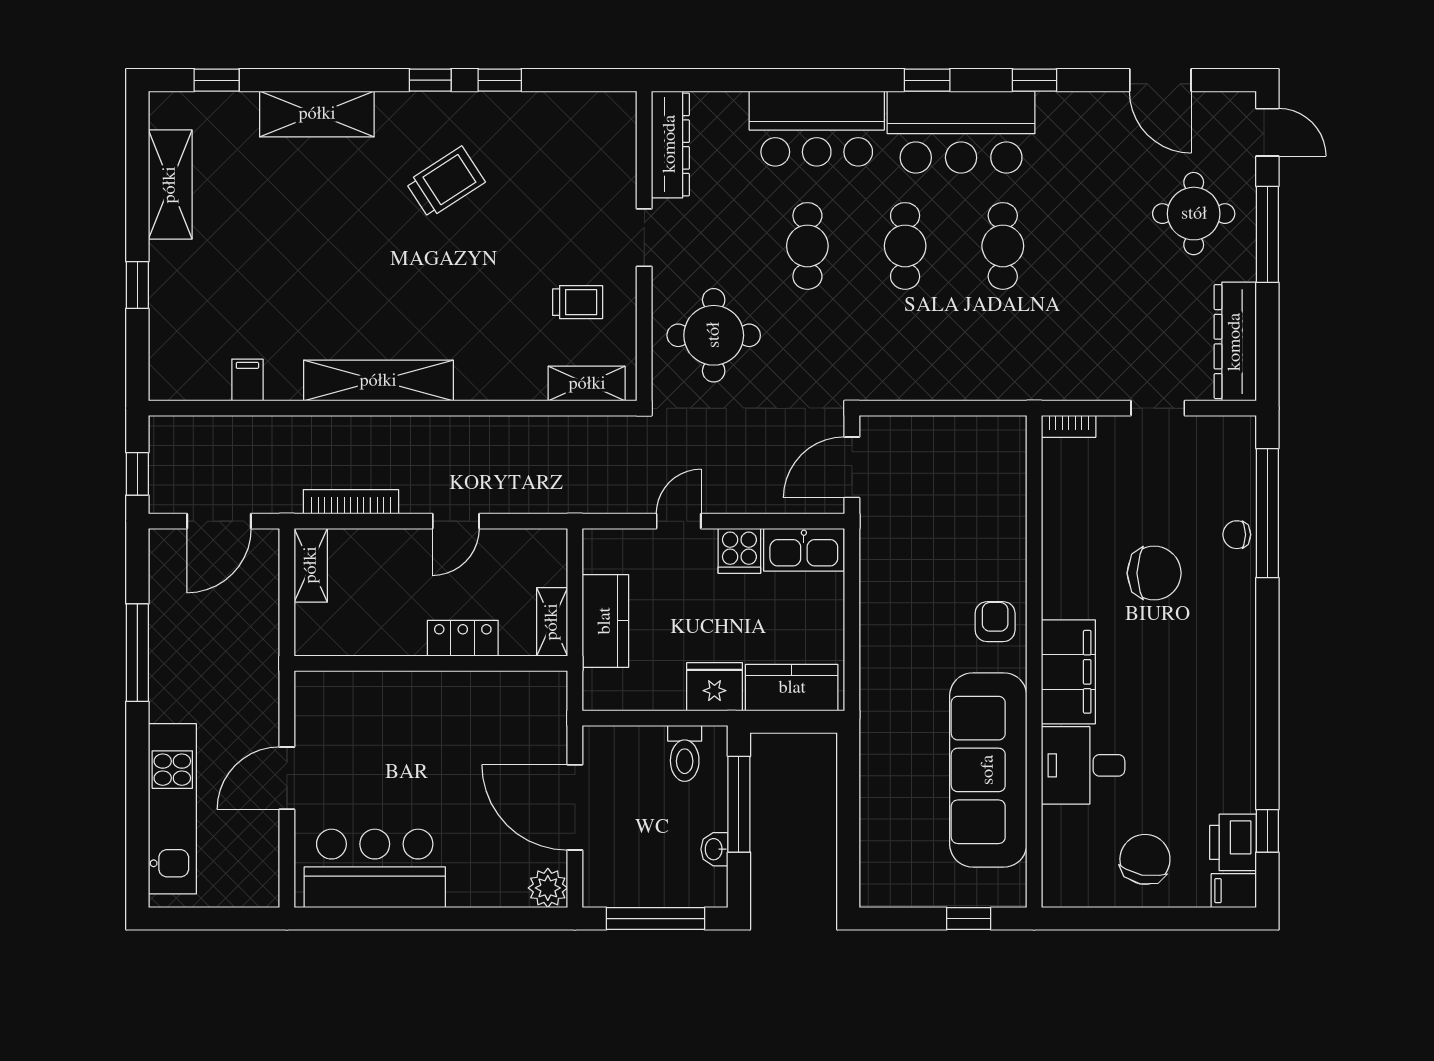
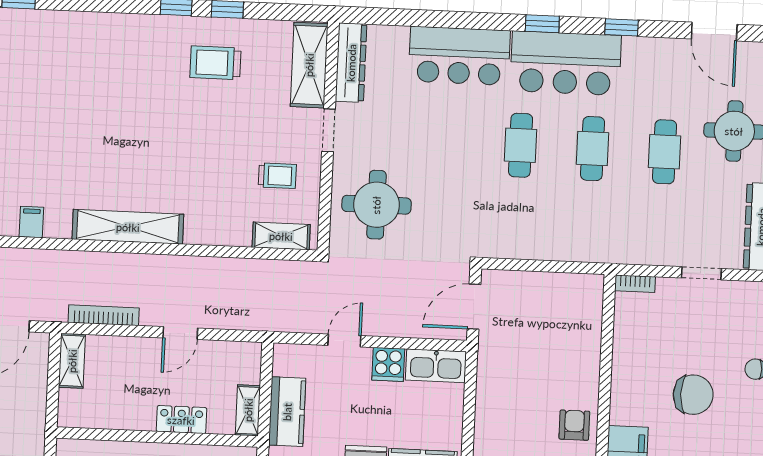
shelving: (317, 114) -> (309, 65), moved, turned 90
trolley: (445, 182) -> (215, 63), moved, turned -147
cafe table: (807, 246) -> (665, 152), moved

